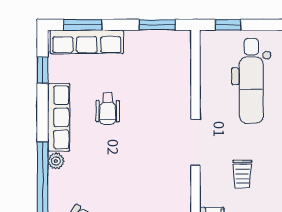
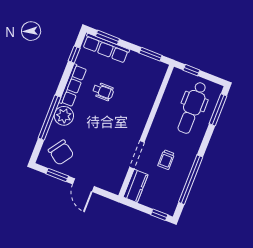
wheelchair: (108, 109) -> (103, 91), turned -90
doorway: (196, 142) -> (137, 155), moved
plant: (56, 161) -> (64, 116), width x1.87, depth x1.87

